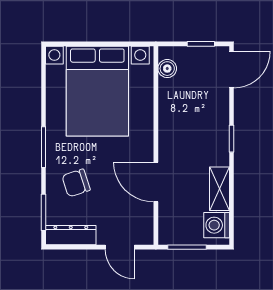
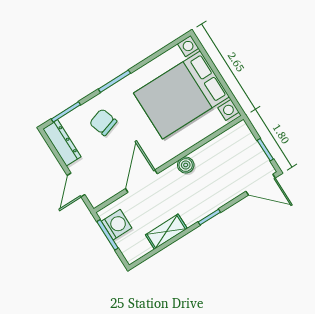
boiler: (167, 69) -> (186, 165), moved
washing machine: (217, 225) -> (117, 225), moved, turned 90

